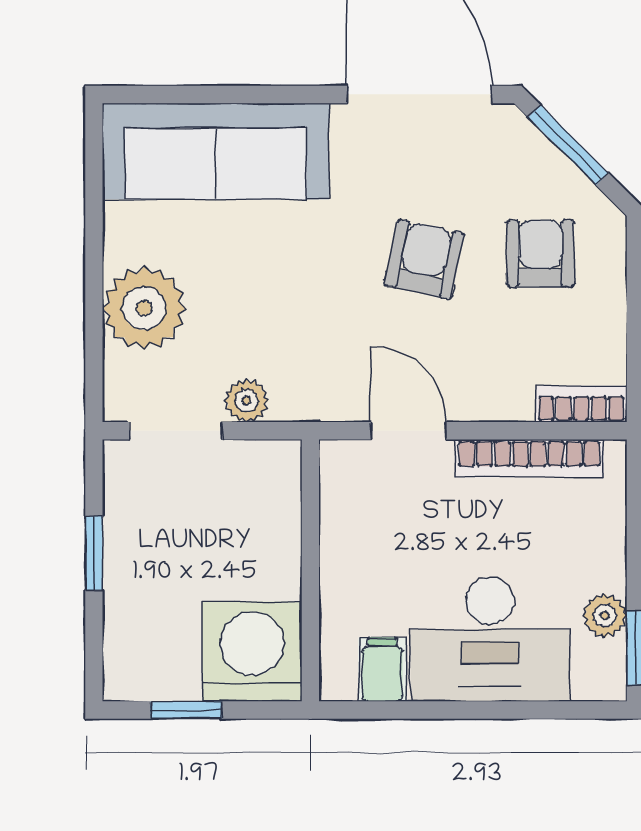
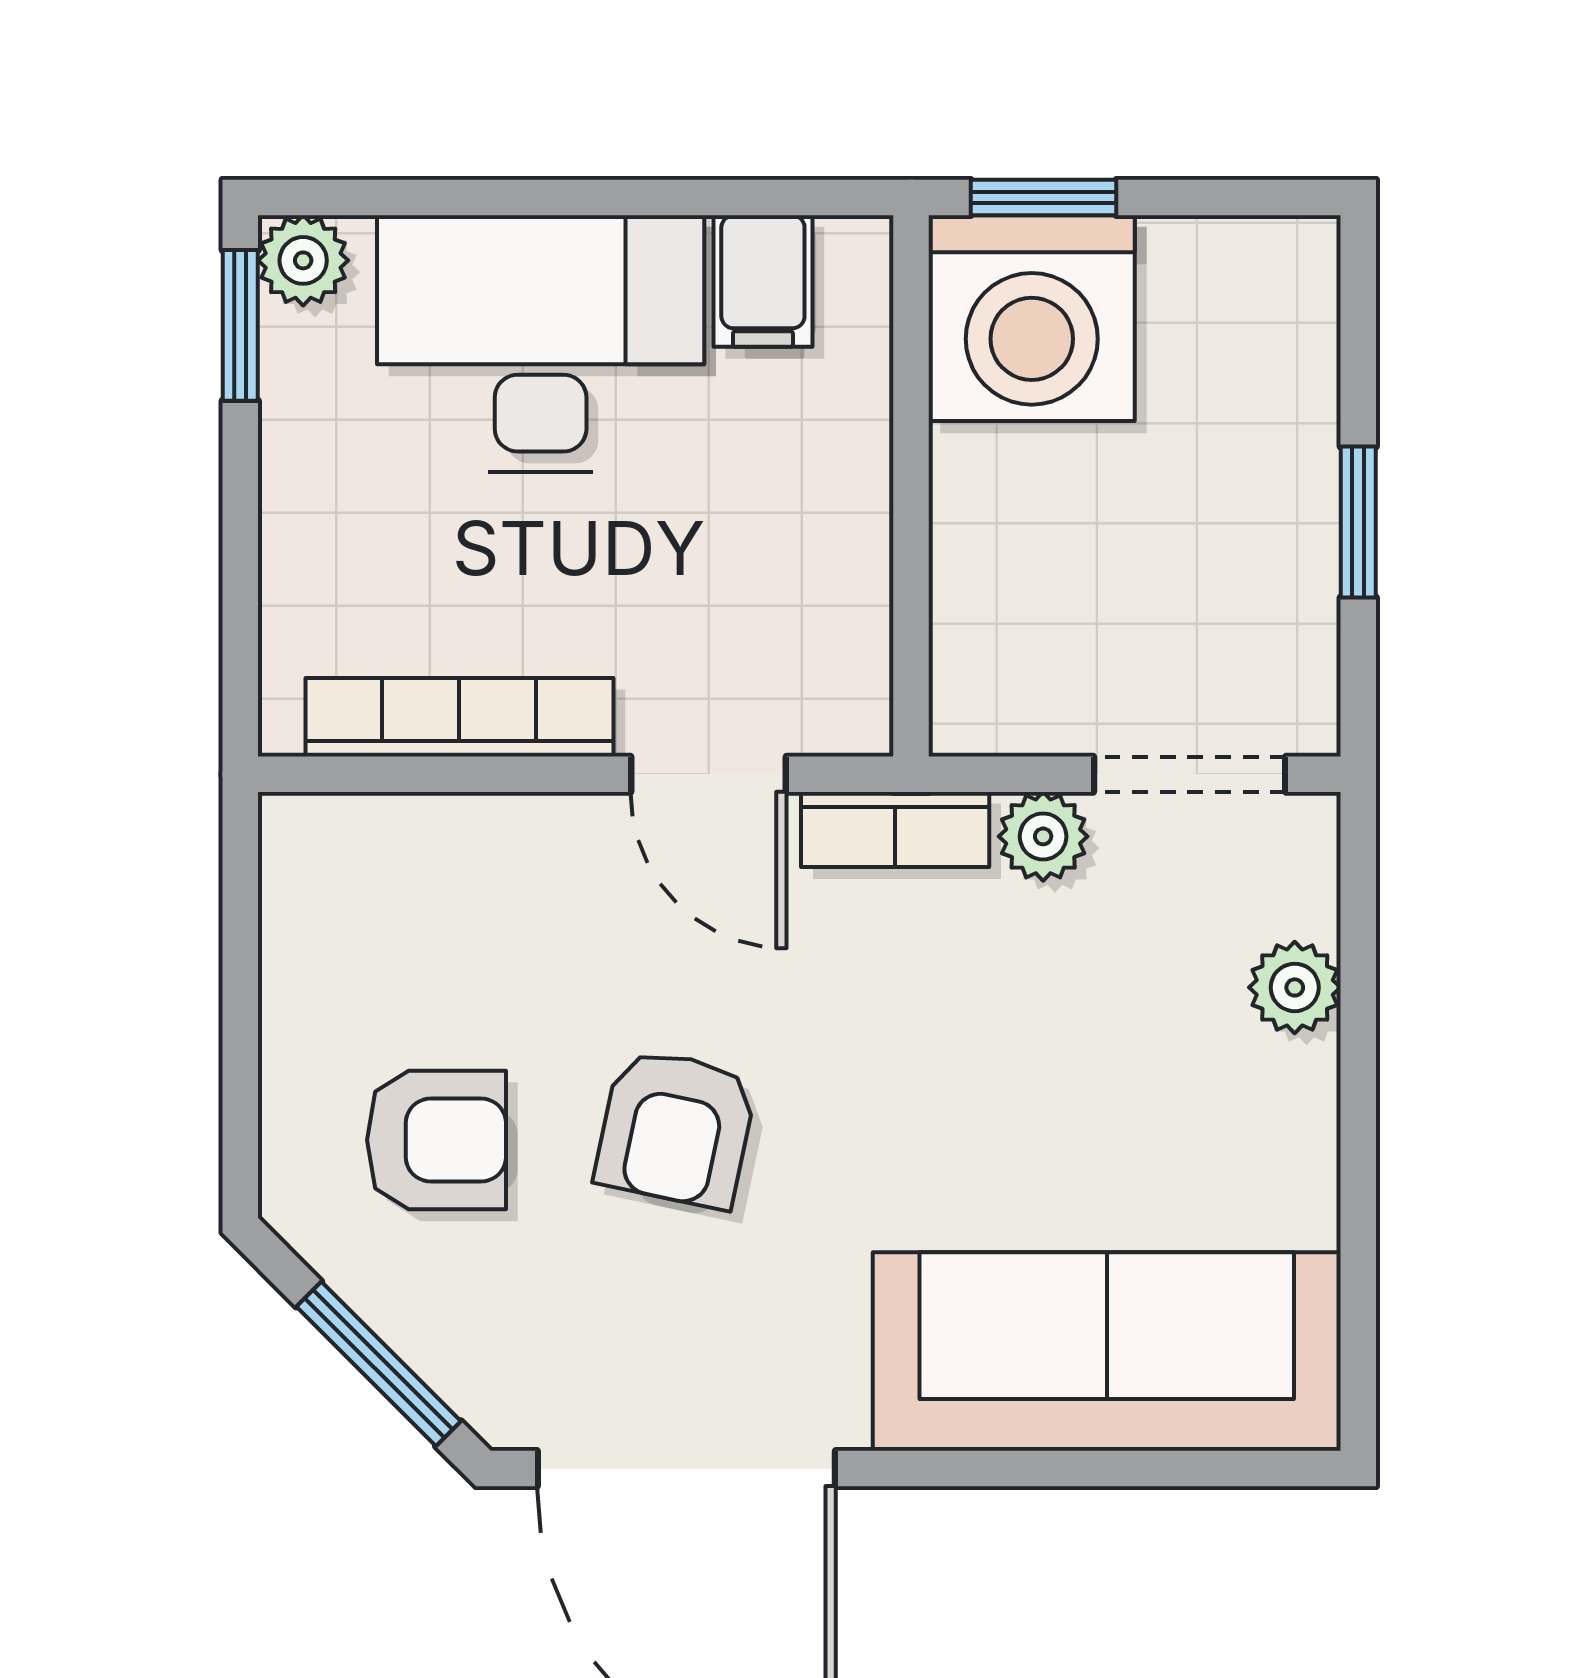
armchair: (540, 254) -> (436, 1140), turned -90
plant: (144, 308) -> (1295, 987), width x0.53, depth x0.53
bookcase: (581, 404) -> (895, 829), moved
plant: (605, 616) -> (303, 260), moved
window: (186, 710) -> (1043, 198), moved

